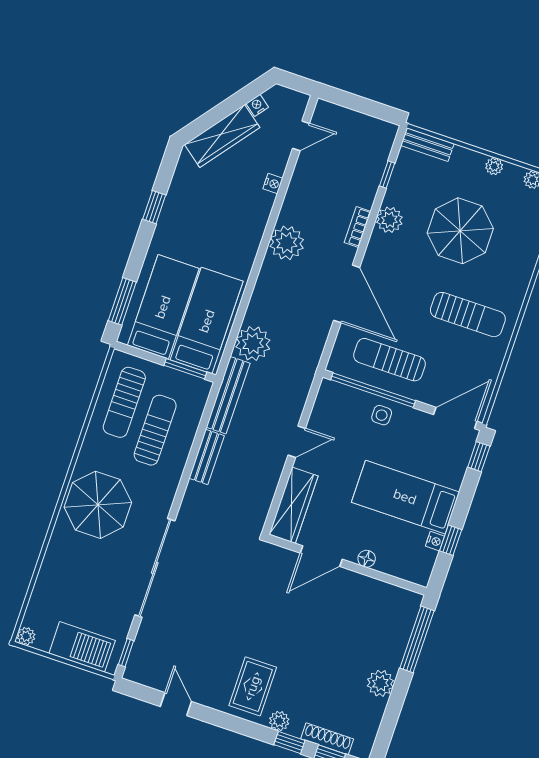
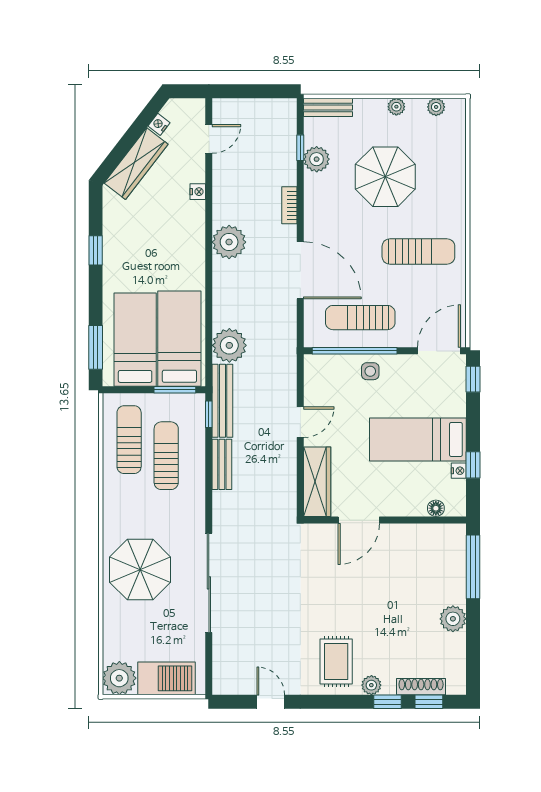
plant: (389, 220) -> (317, 159), moved
sun lounger: (124, 402) -> (129, 440), turned 180
parasol: (98, 505) -> (140, 570), moved
floor lamp: (367, 559) -> (436, 508), moved
plant: (26, 636) -> (119, 678), width x1.88, depth x1.88
window: (126, 653) -> (209, 414), moved

